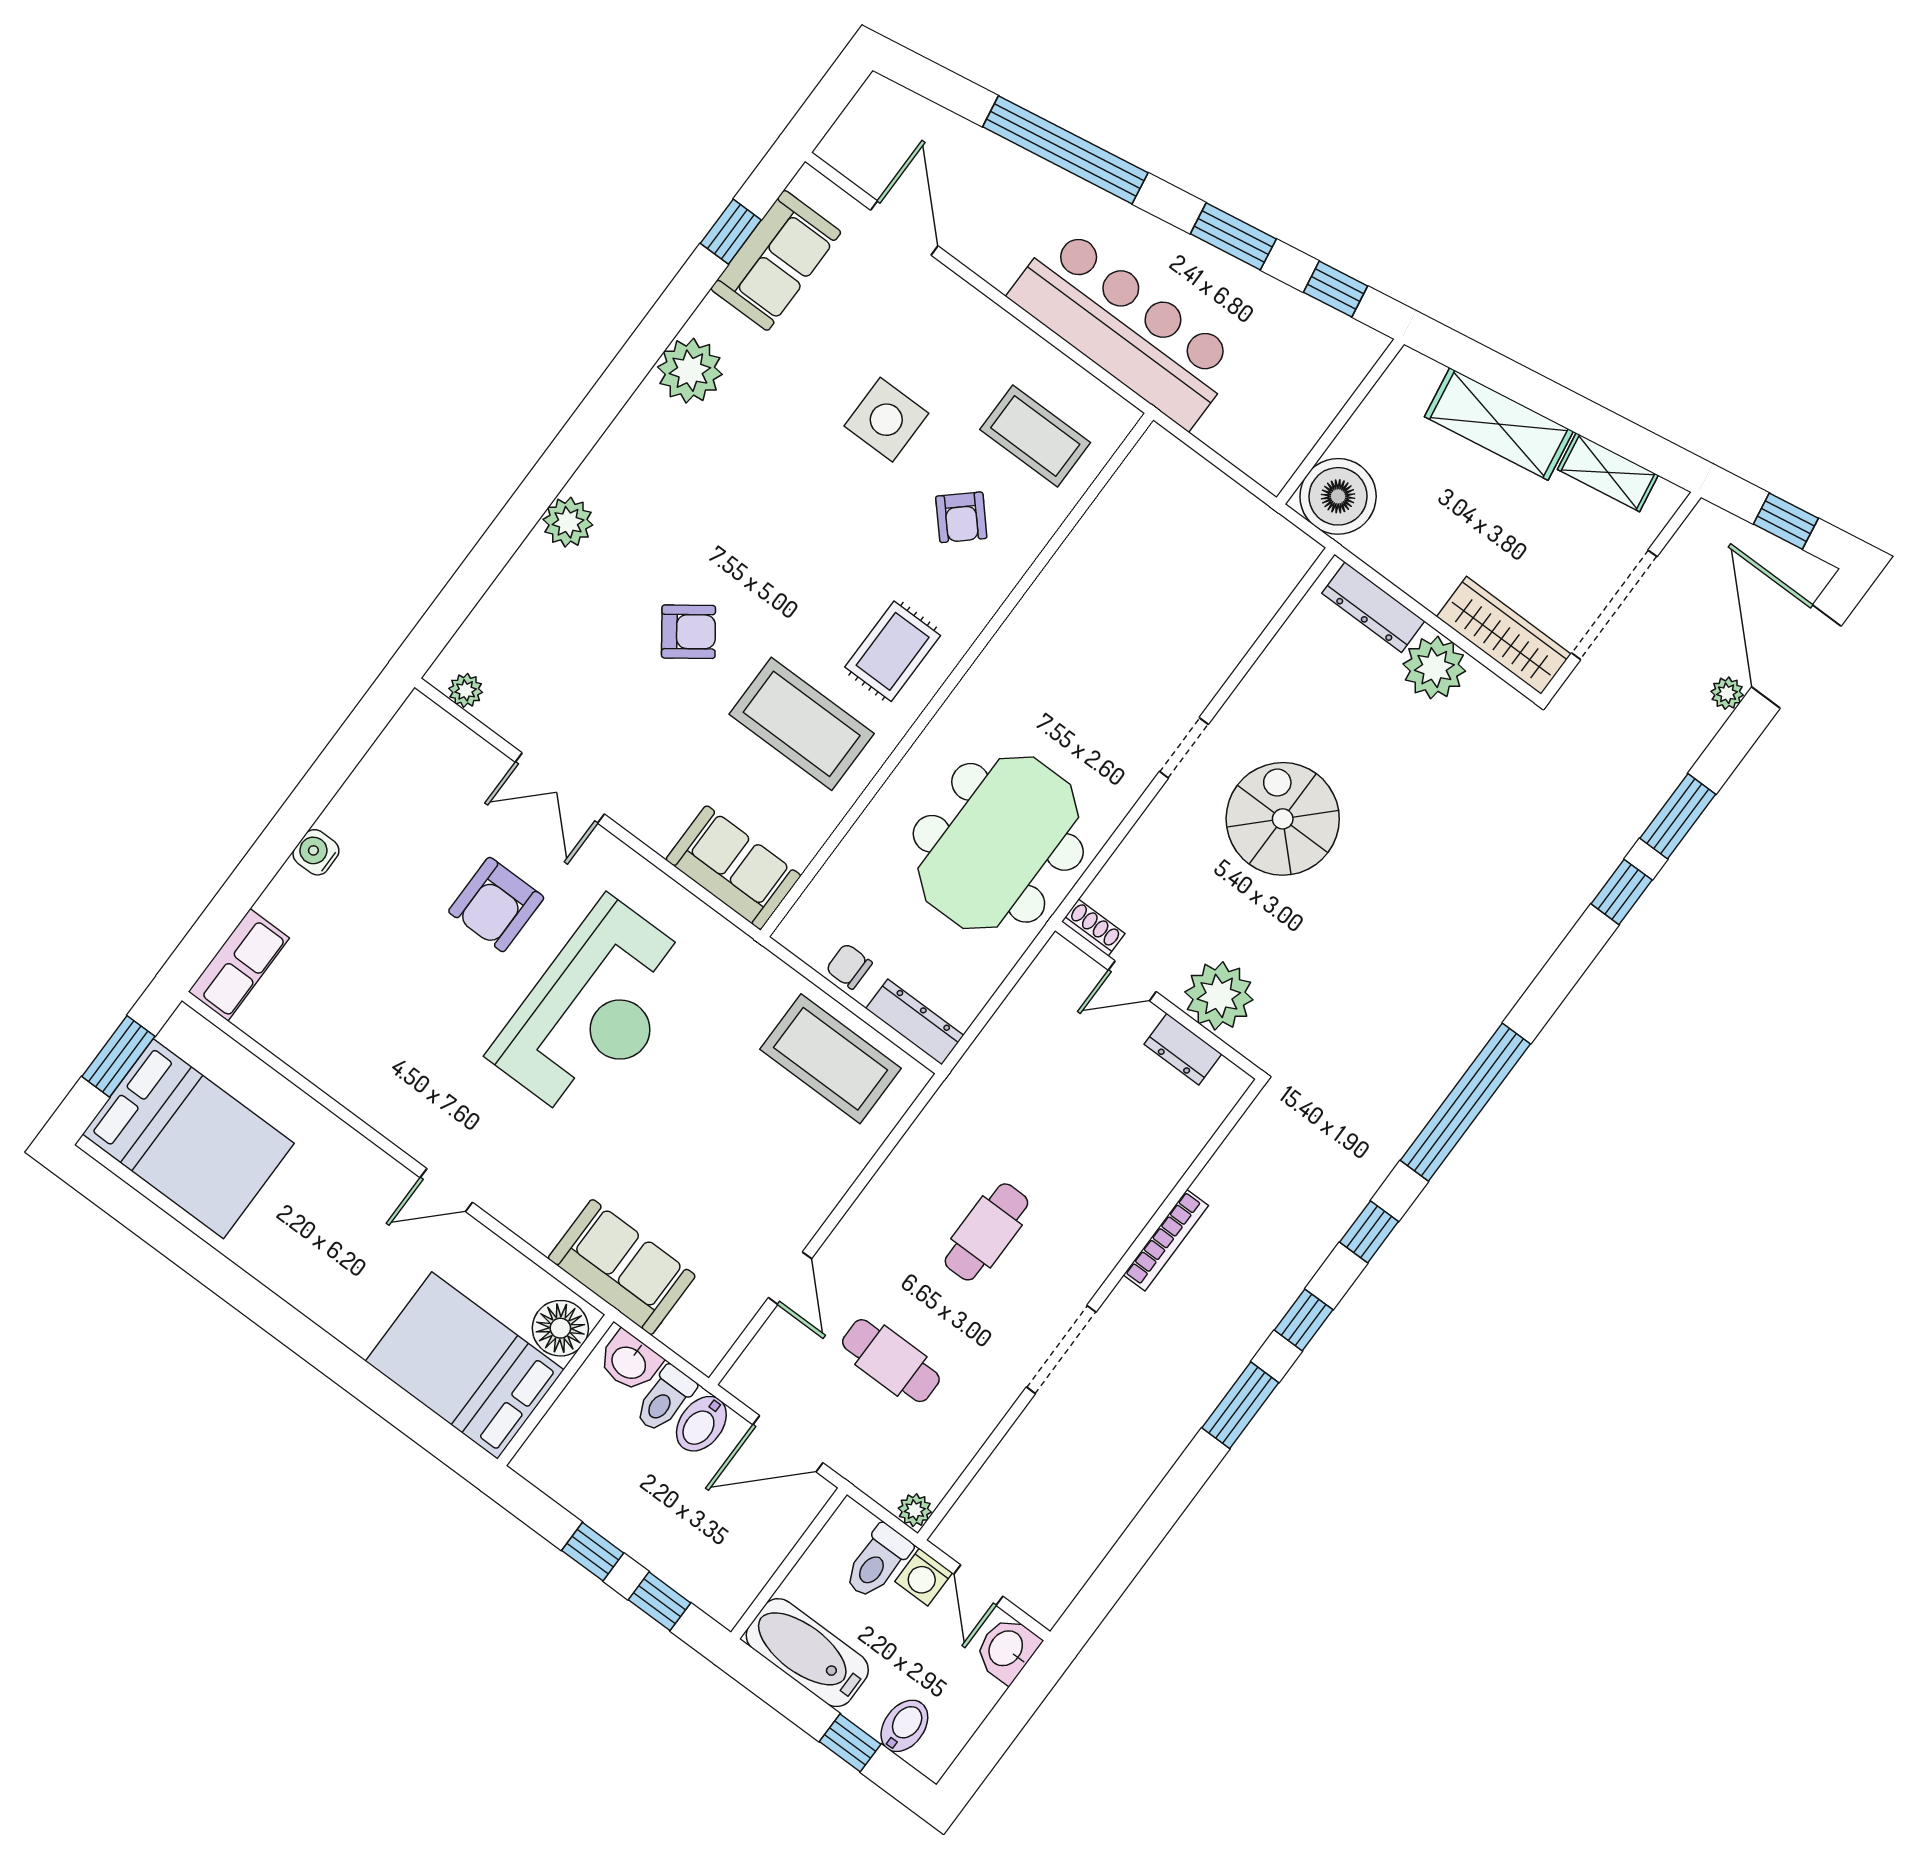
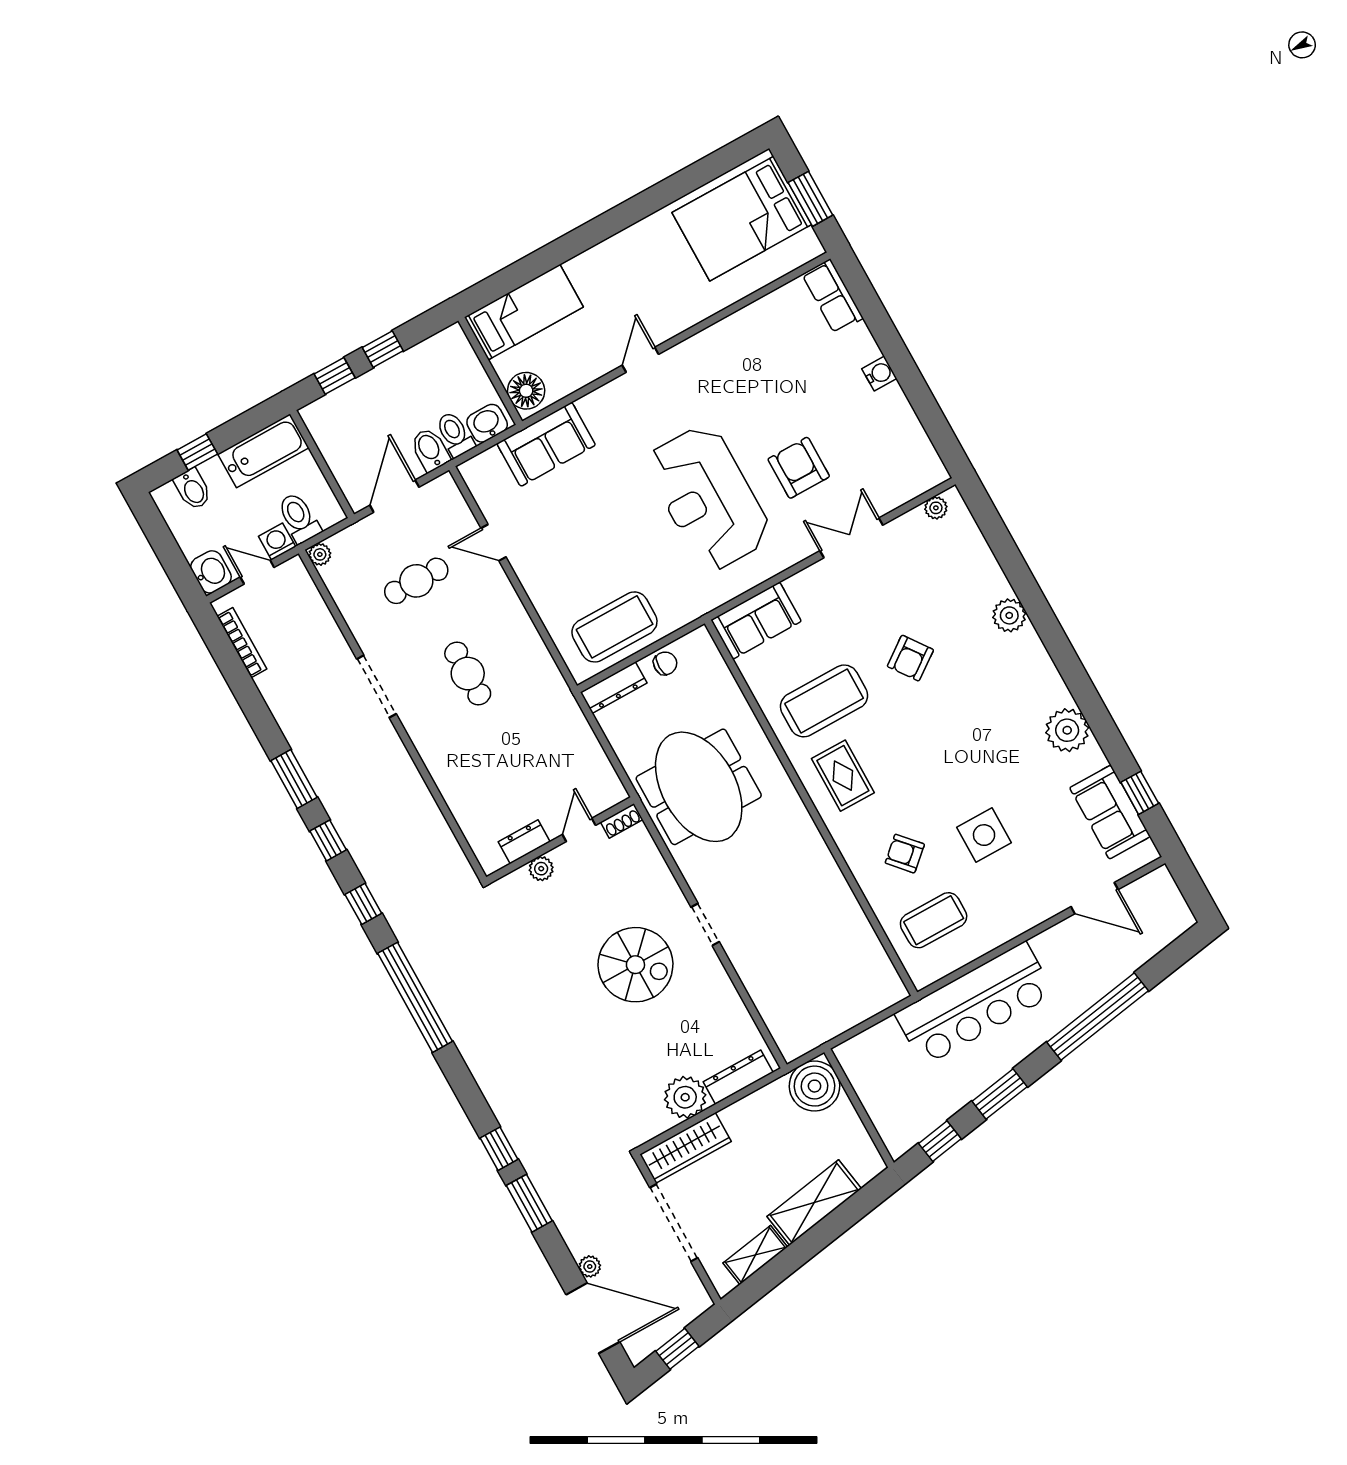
plant: (1219, 996) -> (541, 869), width x0.53, depth x0.53
bookcase: (1166, 1240) -> (242, 643), moved, turned 180
bed: (465, 1366) -> (524, 312), width x0.67

